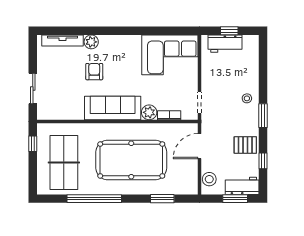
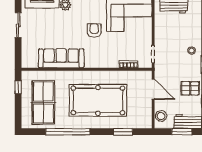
armchair: (94, 72) -> (94, 31), moved
sliding door: (33, 88) -> (18, 25), moved
sofa: (113, 108) -> (61, 58), moved
plant: (149, 112) -> (112, 62), removed
door: (200, 146) -> (153, 89), swing flipped

